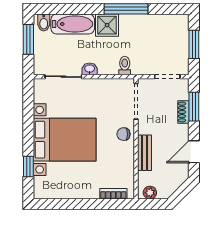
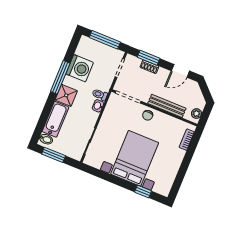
washing machine: (147, 28) -> (80, 68), added
window: (194, 44) -> (105, 40), width x1.44
washbasin: (90, 69) -> (98, 106), moved
door: (194, 152) -> (180, 71), hinge flipped
bench: (145, 153) -> (167, 106), width x1.36

